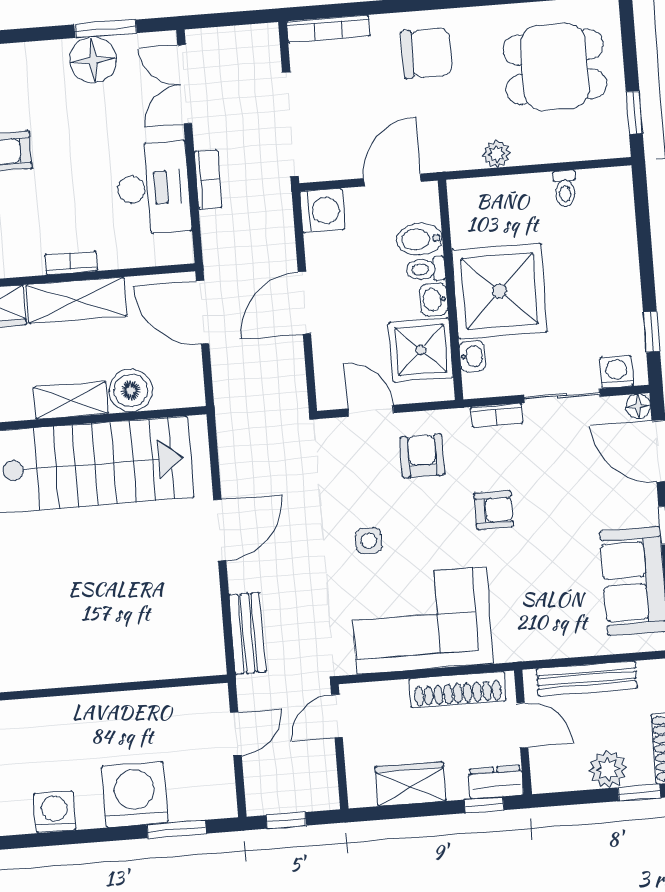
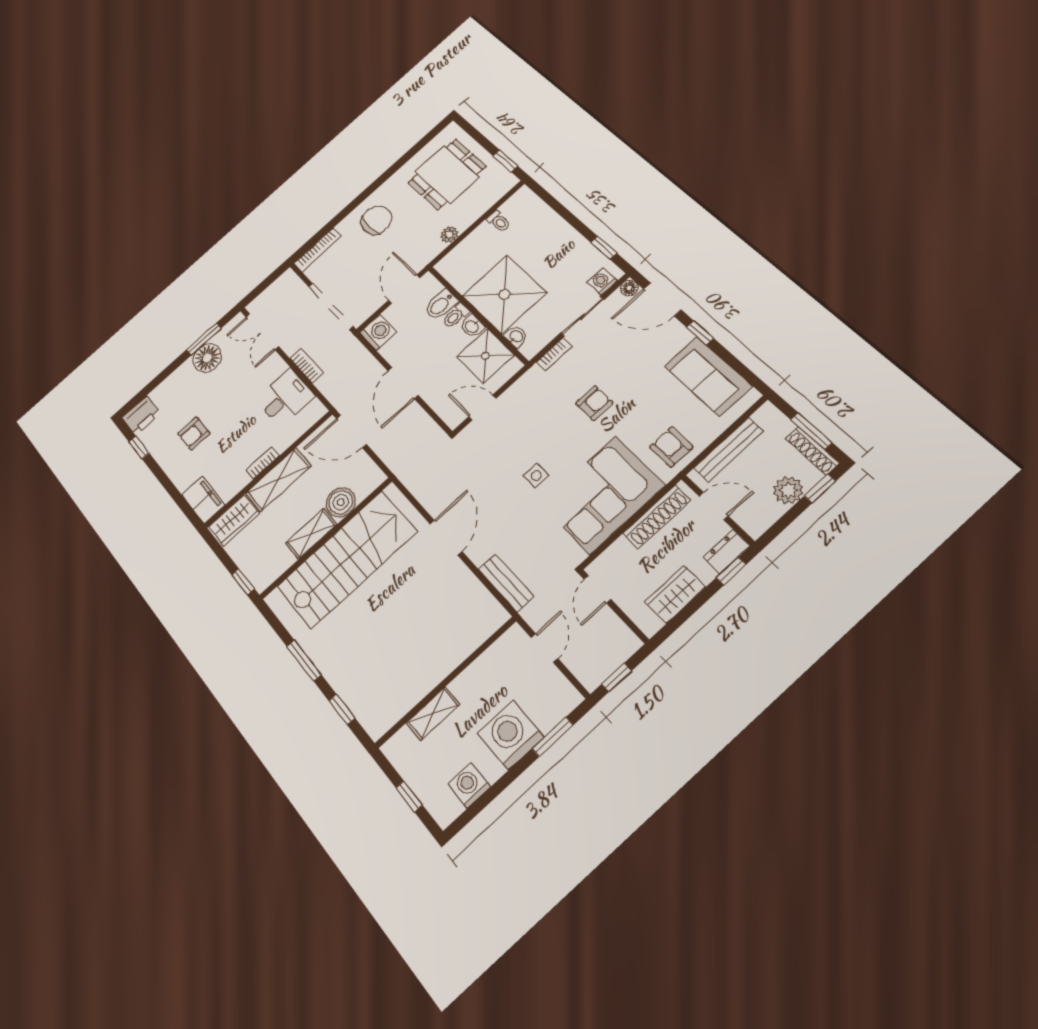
desk: (153, 188) -> (285, 398), width x0.73
armchair: (422, 456) -> (671, 447), moved
shelving: (68, 711) -> (433, 714), added

